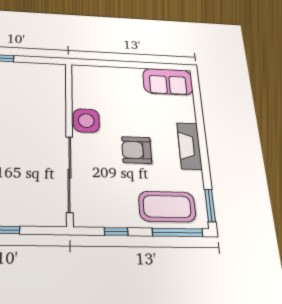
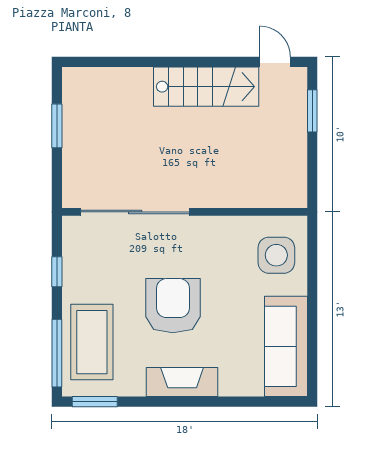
sofa: (168, 82) -> (286, 346), width x1.36
side table: (86, 121) -> (276, 255), moved
armchair: (137, 150) -> (173, 306), width x1.36, depth x1.36

